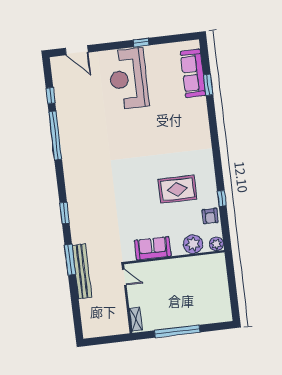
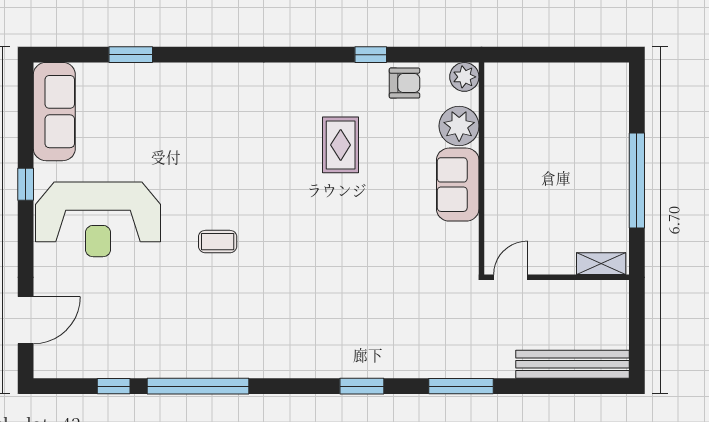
sofa: (193, 73) -> (54, 112), moved, turned -90
coffee table: (125, 137) -> (218, 242), added
rug: (177, 189) -> (341, 145), width x0.73, depth x0.70
sofa: (153, 248) -> (458, 185), moved
bench: (82, 271) -> (573, 364), moved

